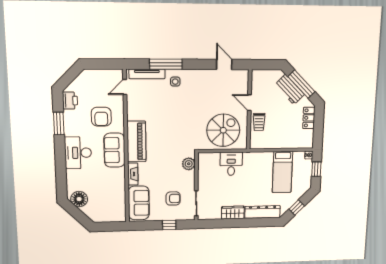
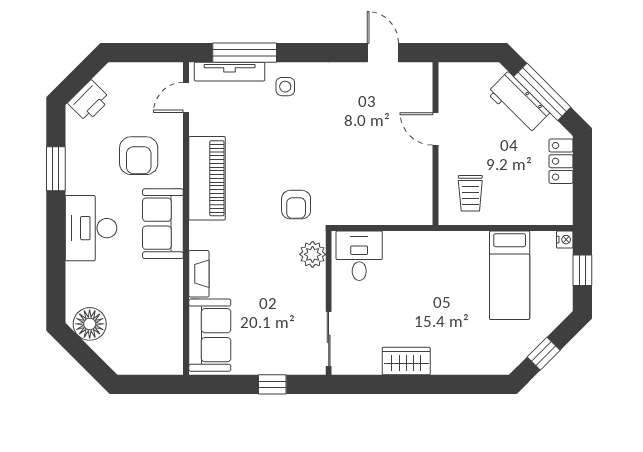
window: (166, 64) -> (245, 53), moved
printer: (70, 101) -> (89, 101), moved, turned 45
trolley: (259, 122) -> (470, 193), moved
spiral stairs: (223, 130) -> (383, 185), removed
piano: (136, 142) -> (207, 178), moved
desk: (231, 164) -> (359, 256), moved
armchair: (173, 198) -> (296, 205), moved, turned 90
dresser: (262, 212) -> (470, 361), removed

